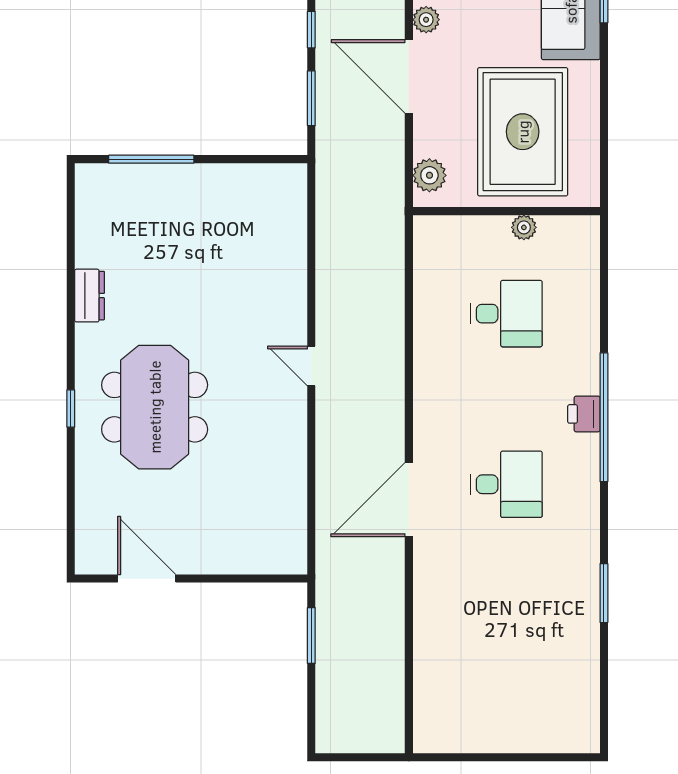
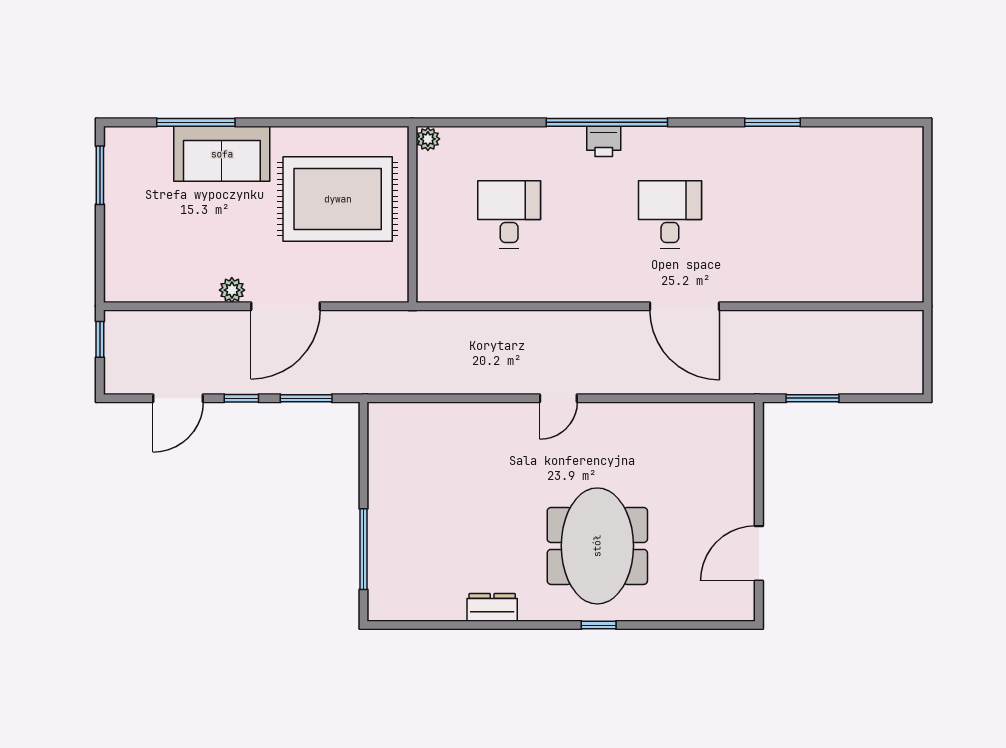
plant: (429, 175) -> (379, 287), removed
plant: (524, 227) -> (428, 139), moved
meeting table: (155, 407) -> (597, 546), turned 90

